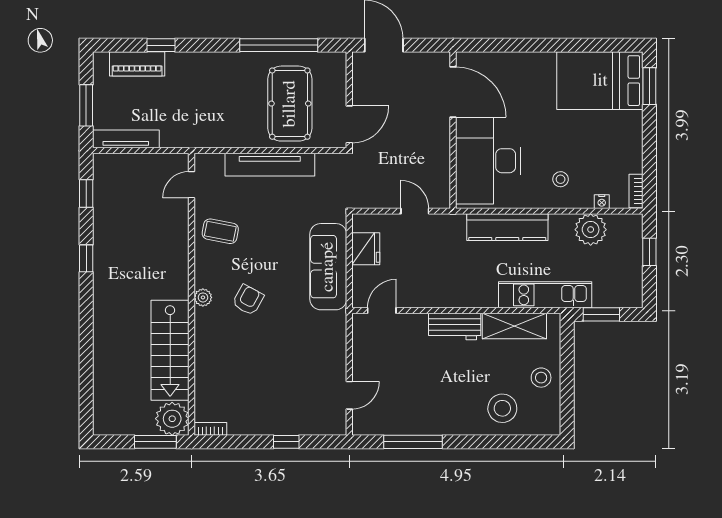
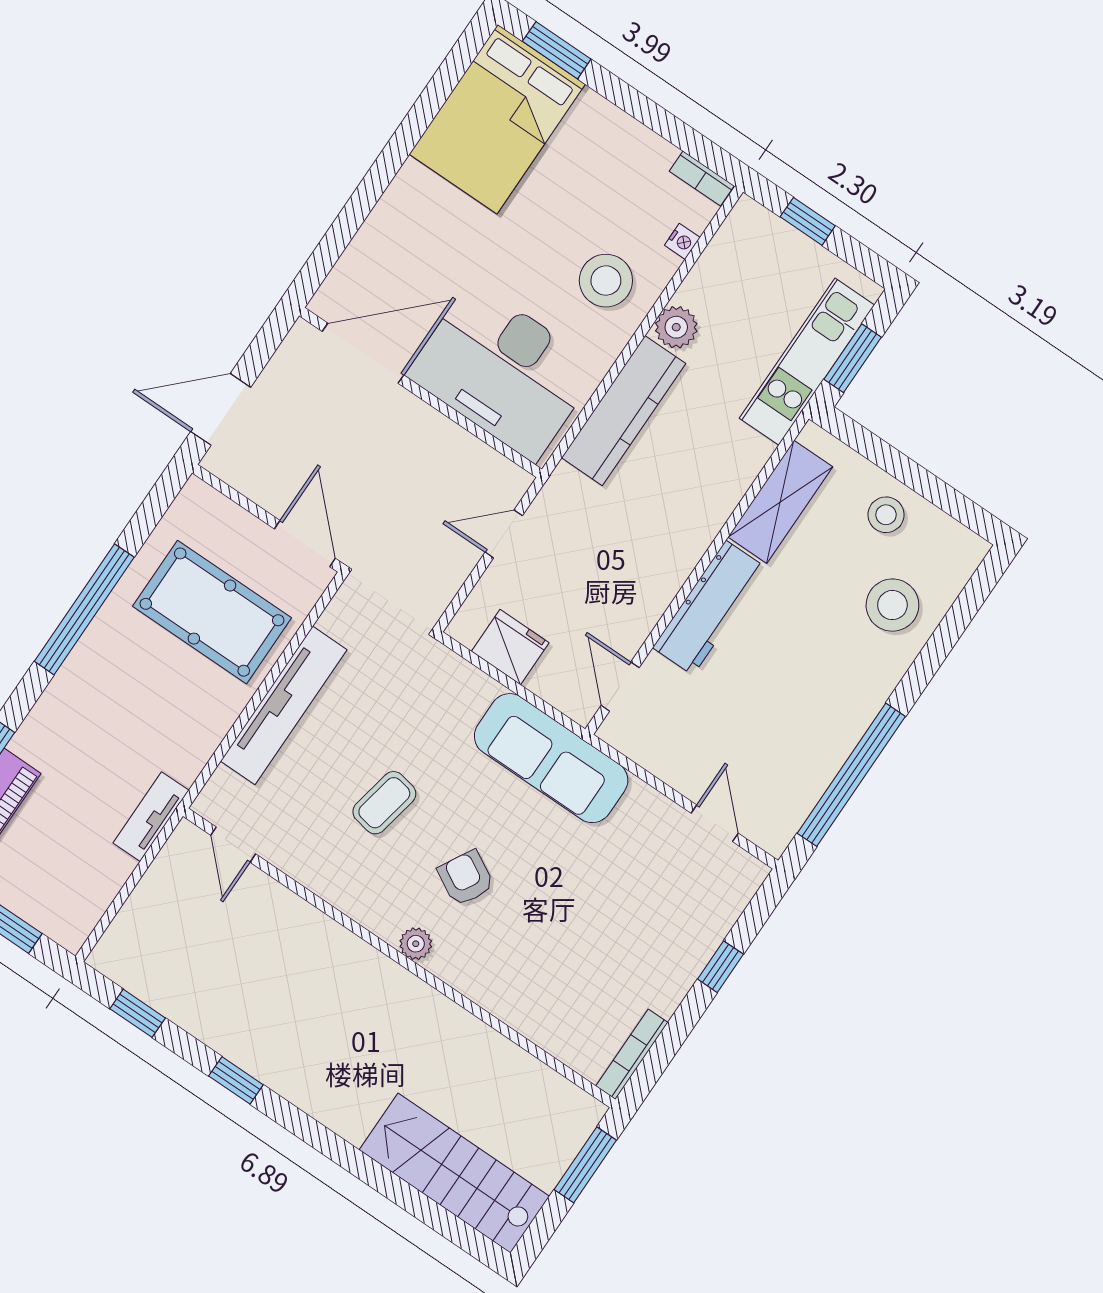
window: (279, 45) -> (84, 609), moved
tv unit: (126, 139) -> (151, 817), moved, width x0.71
stool: (561, 179) -> (606, 281), width x1.89, depth x1.89
plant: (591, 230) -> (676, 327), moved, width x0.73, depth x0.73
coffee table: (220, 231) -> (384, 803), moved
sofa: (328, 267) -> (551, 758), moved
kitchen unit: (545, 295) -> (807, 362), moved
workbench: (455, 327) -> (709, 608), width x1.38
stairs: (170, 350) -> (454, 1173), moved, turned 180
plant: (172, 419) -> (567, 1115), removed
bookcase: (210, 429) -> (632, 1054), width x1.56
window: (413, 442) -> (851, 775), width x1.46

